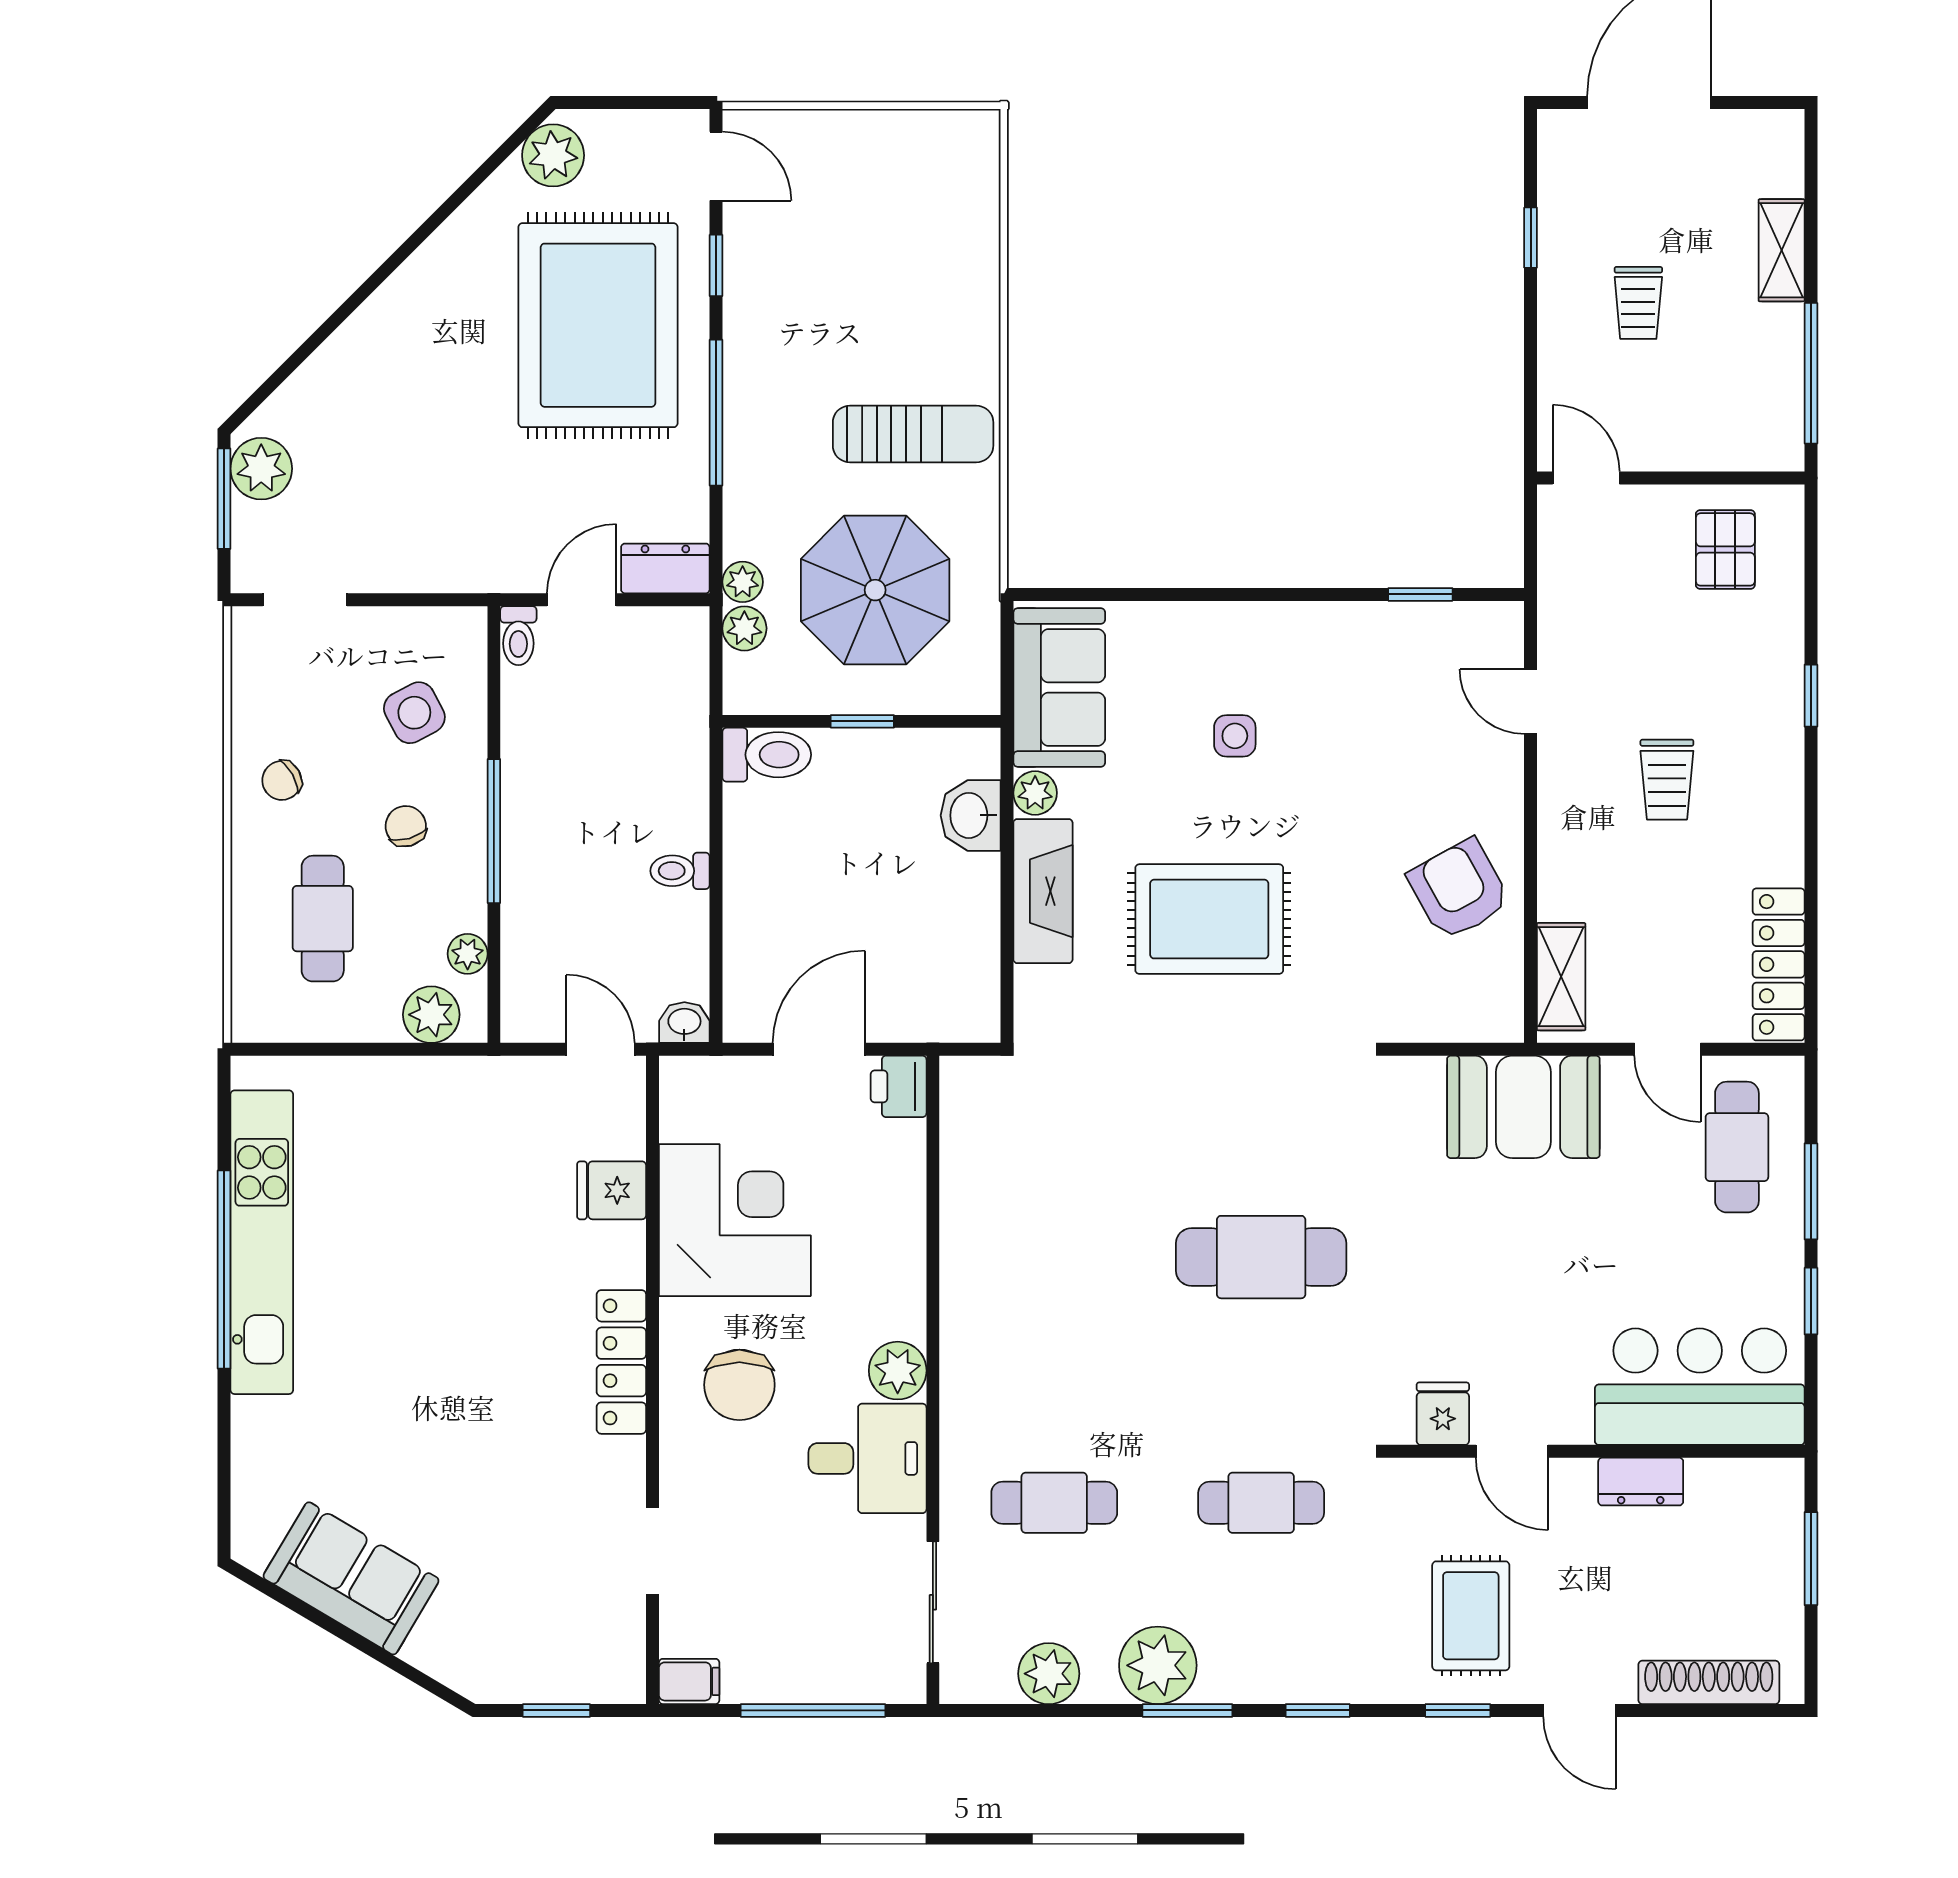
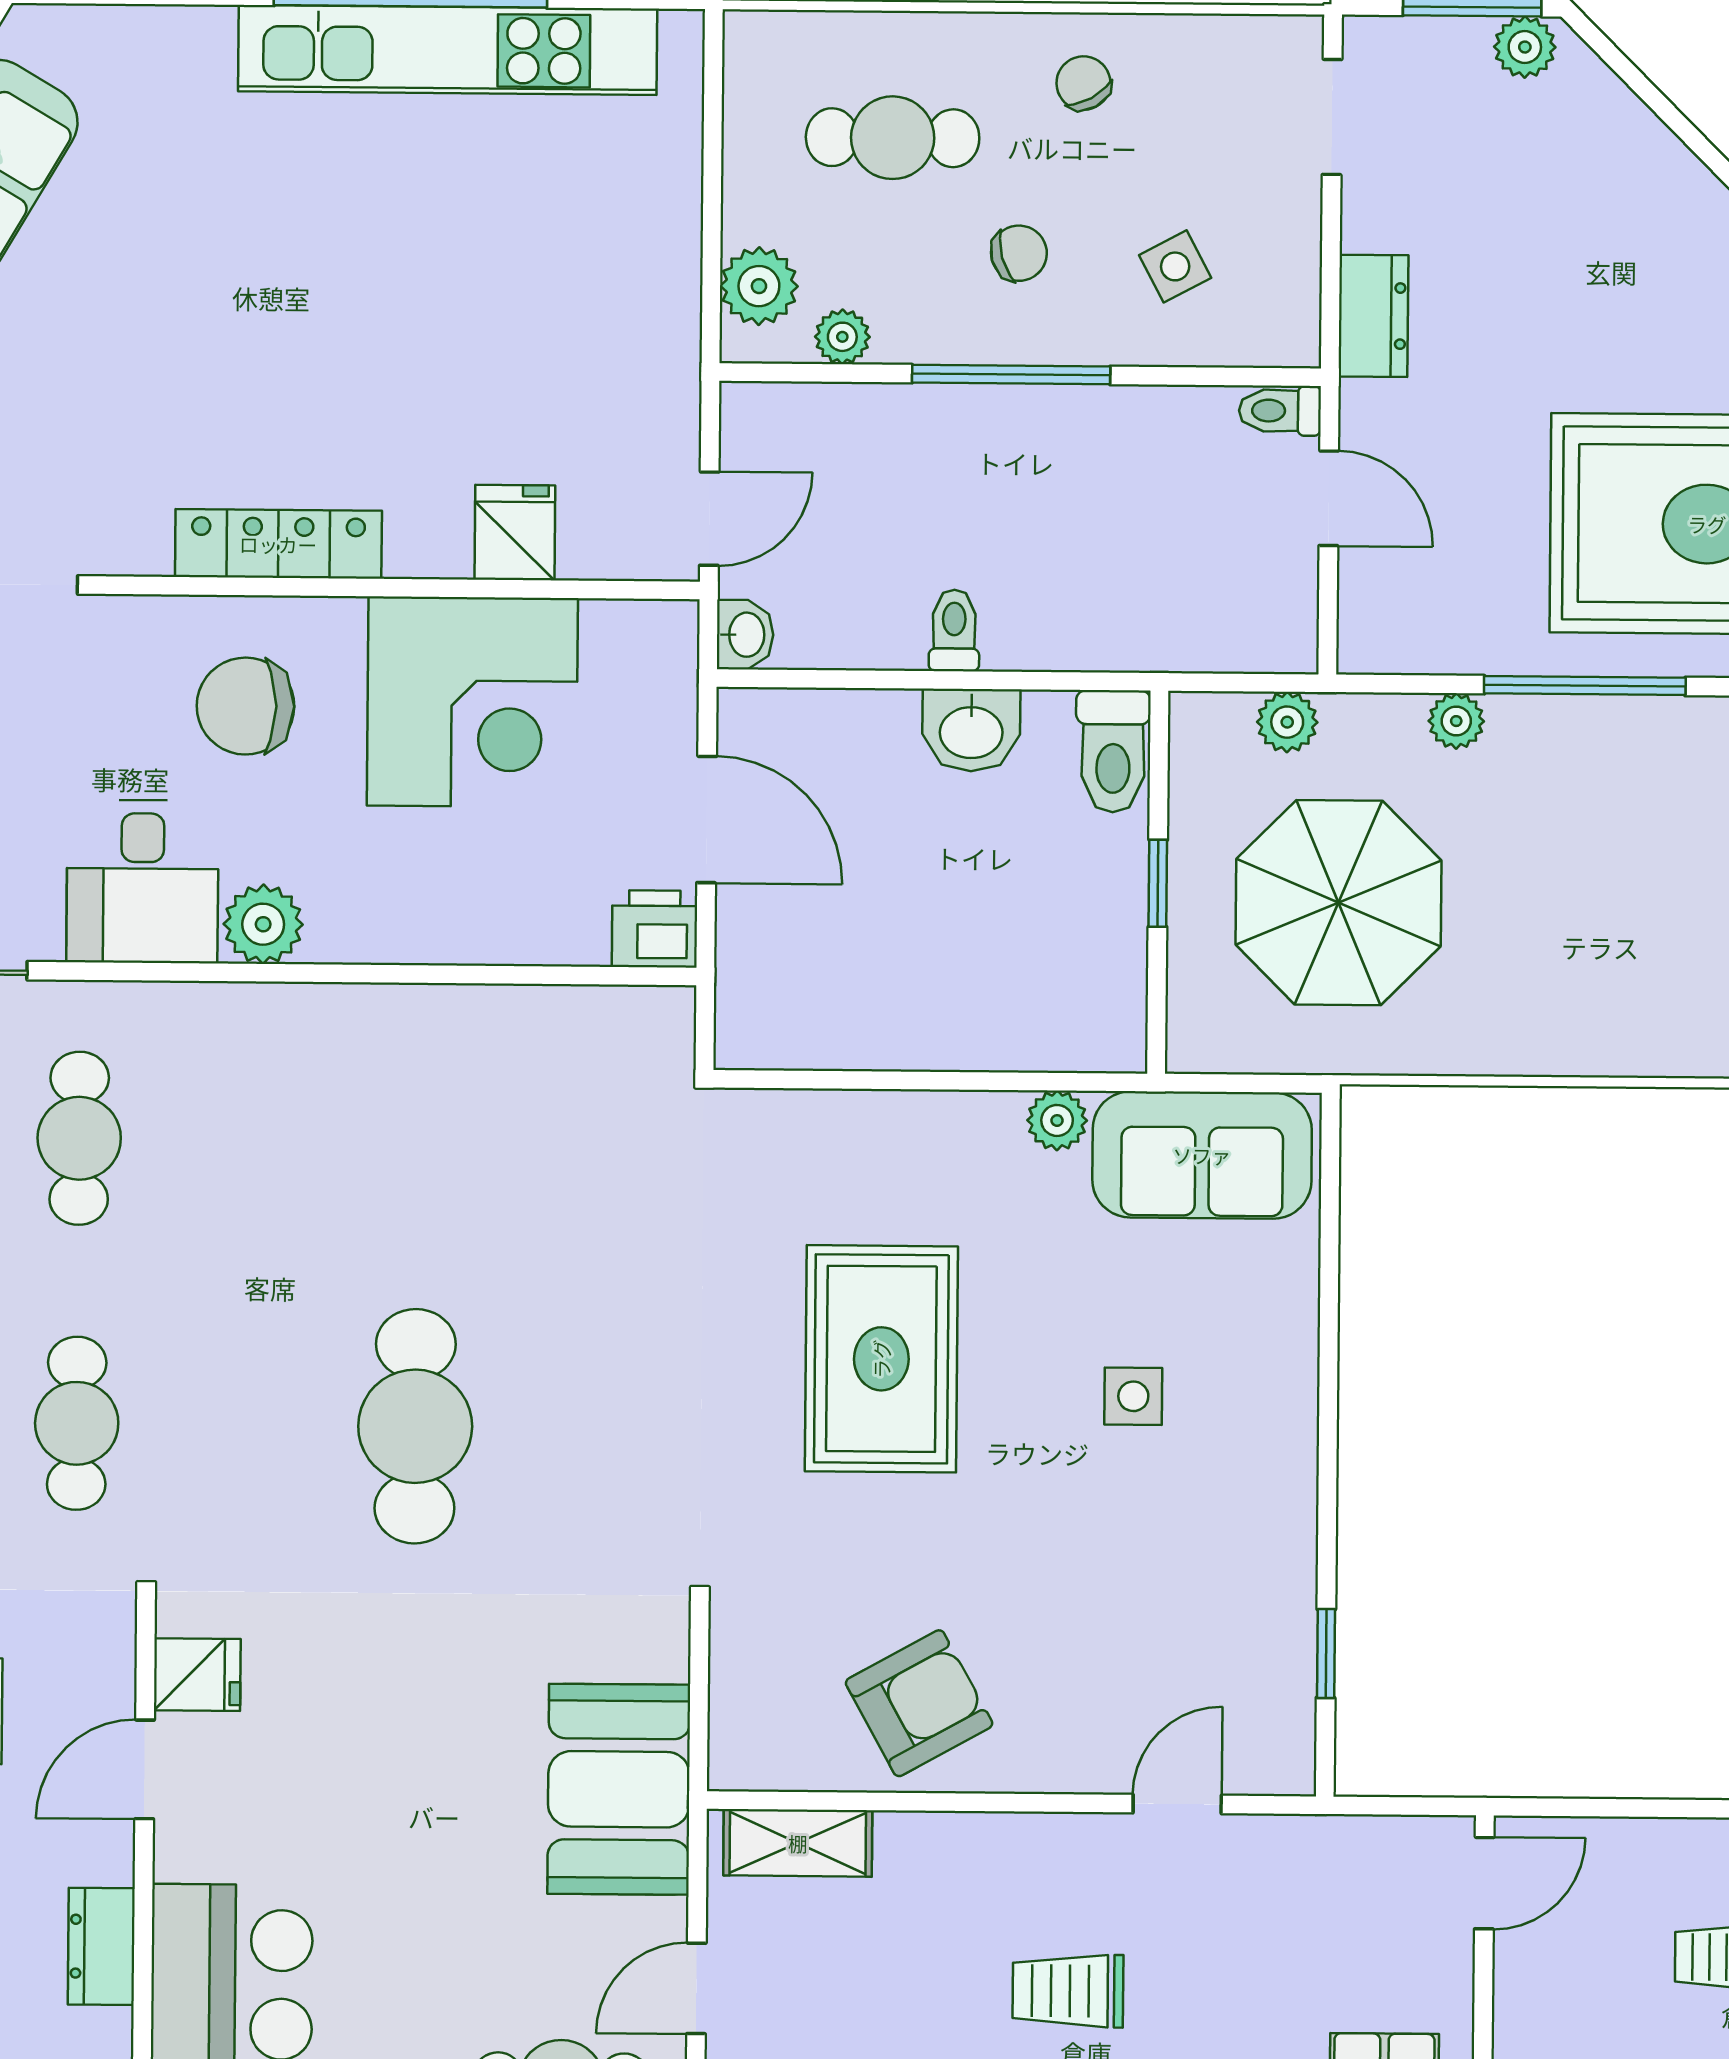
sun lounger: (913, 434) -> (1553, 957), removed
plant: (261, 469) -> (1525, 47), width x0.73, depth x0.73
dresser: (665, 568) -> (1373, 316), moved
plant: (743, 582) -> (1456, 721), moved
side table: (414, 713) -> (1175, 266), width x0.73, depth x0.73
washbasin: (971, 815) -> (971, 730), moved, turned 180
fireplace: (1043, 891) -> (922, 1130), removed

